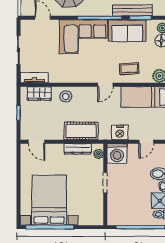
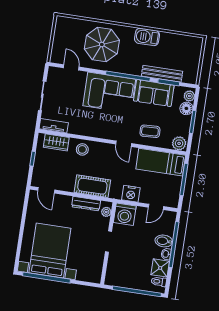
door: (105, 85) -> (124, 144), hinge flipped

